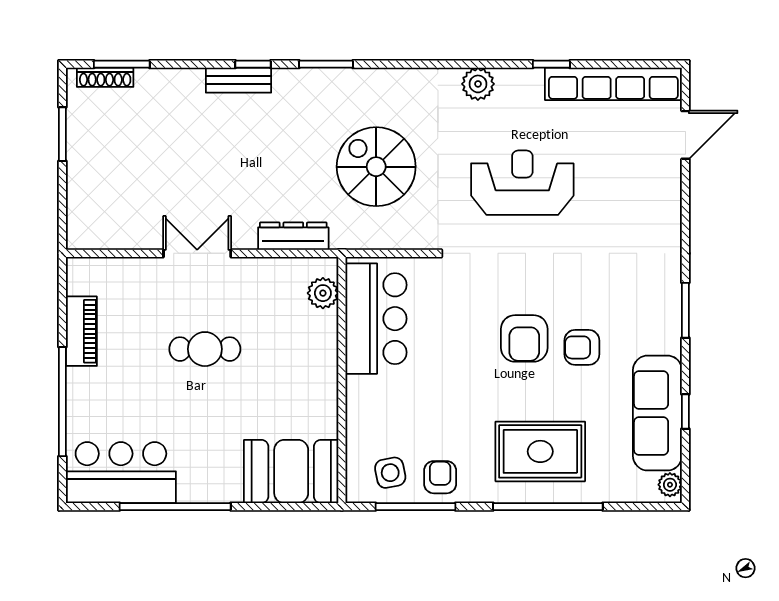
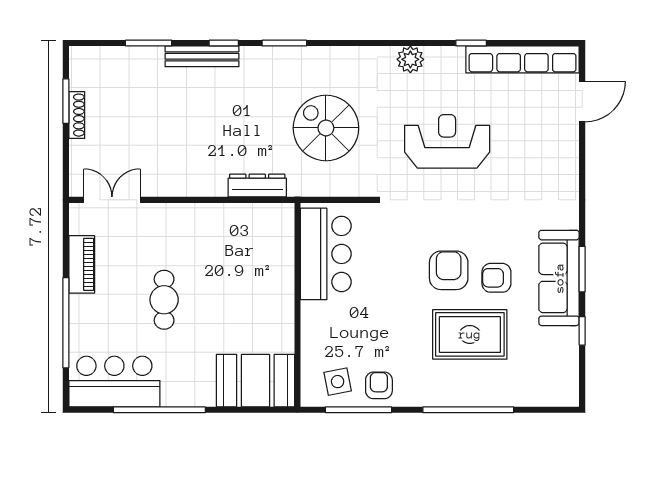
window: (122, 64) -> (149, 43), moved
shoe rack: (105, 77) -> (77, 115), moved, turned -90
bench: (239, 80) -> (202, 56), width x1.36
double door: (197, 253) -> (112, 200), moved
plant: (323, 293) -> (282, 233), removed
window: (685, 310) -> (582, 269), moved
armchair: (524, 338) -> (449, 270), turned 180
cafe table: (205, 349) -> (164, 300), moved, turned 90
sofa: (657, 413) -> (559, 278), moved
rug: (540, 451) -> (470, 334), moved
plant: (670, 485) -> (569, 392), removed

